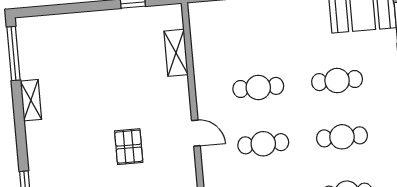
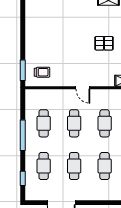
door: (196, 133) -> (83, 88), hinge flipped
pallet: (129, 147) -> (104, 43), moved

